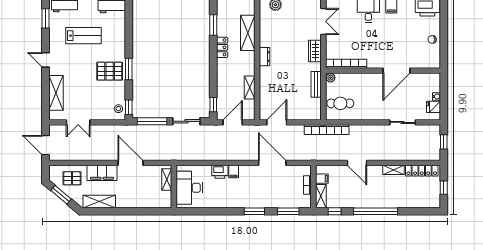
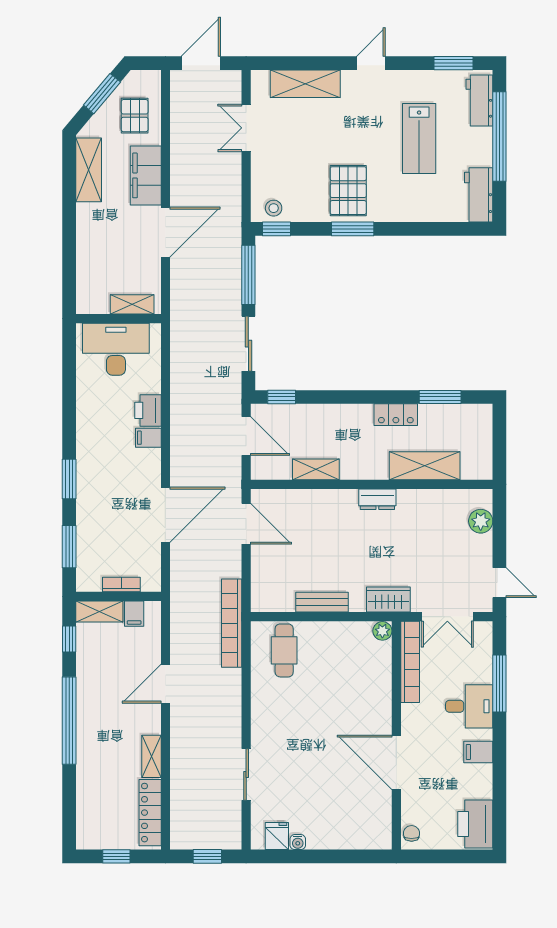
bookcase: (346, 64) -> (410, 662), moved
wall: (383, 71) -> (396, 735), moved
door: (396, 71) -> (396, 762), moved
plant: (331, 78) -> (382, 631), moved

